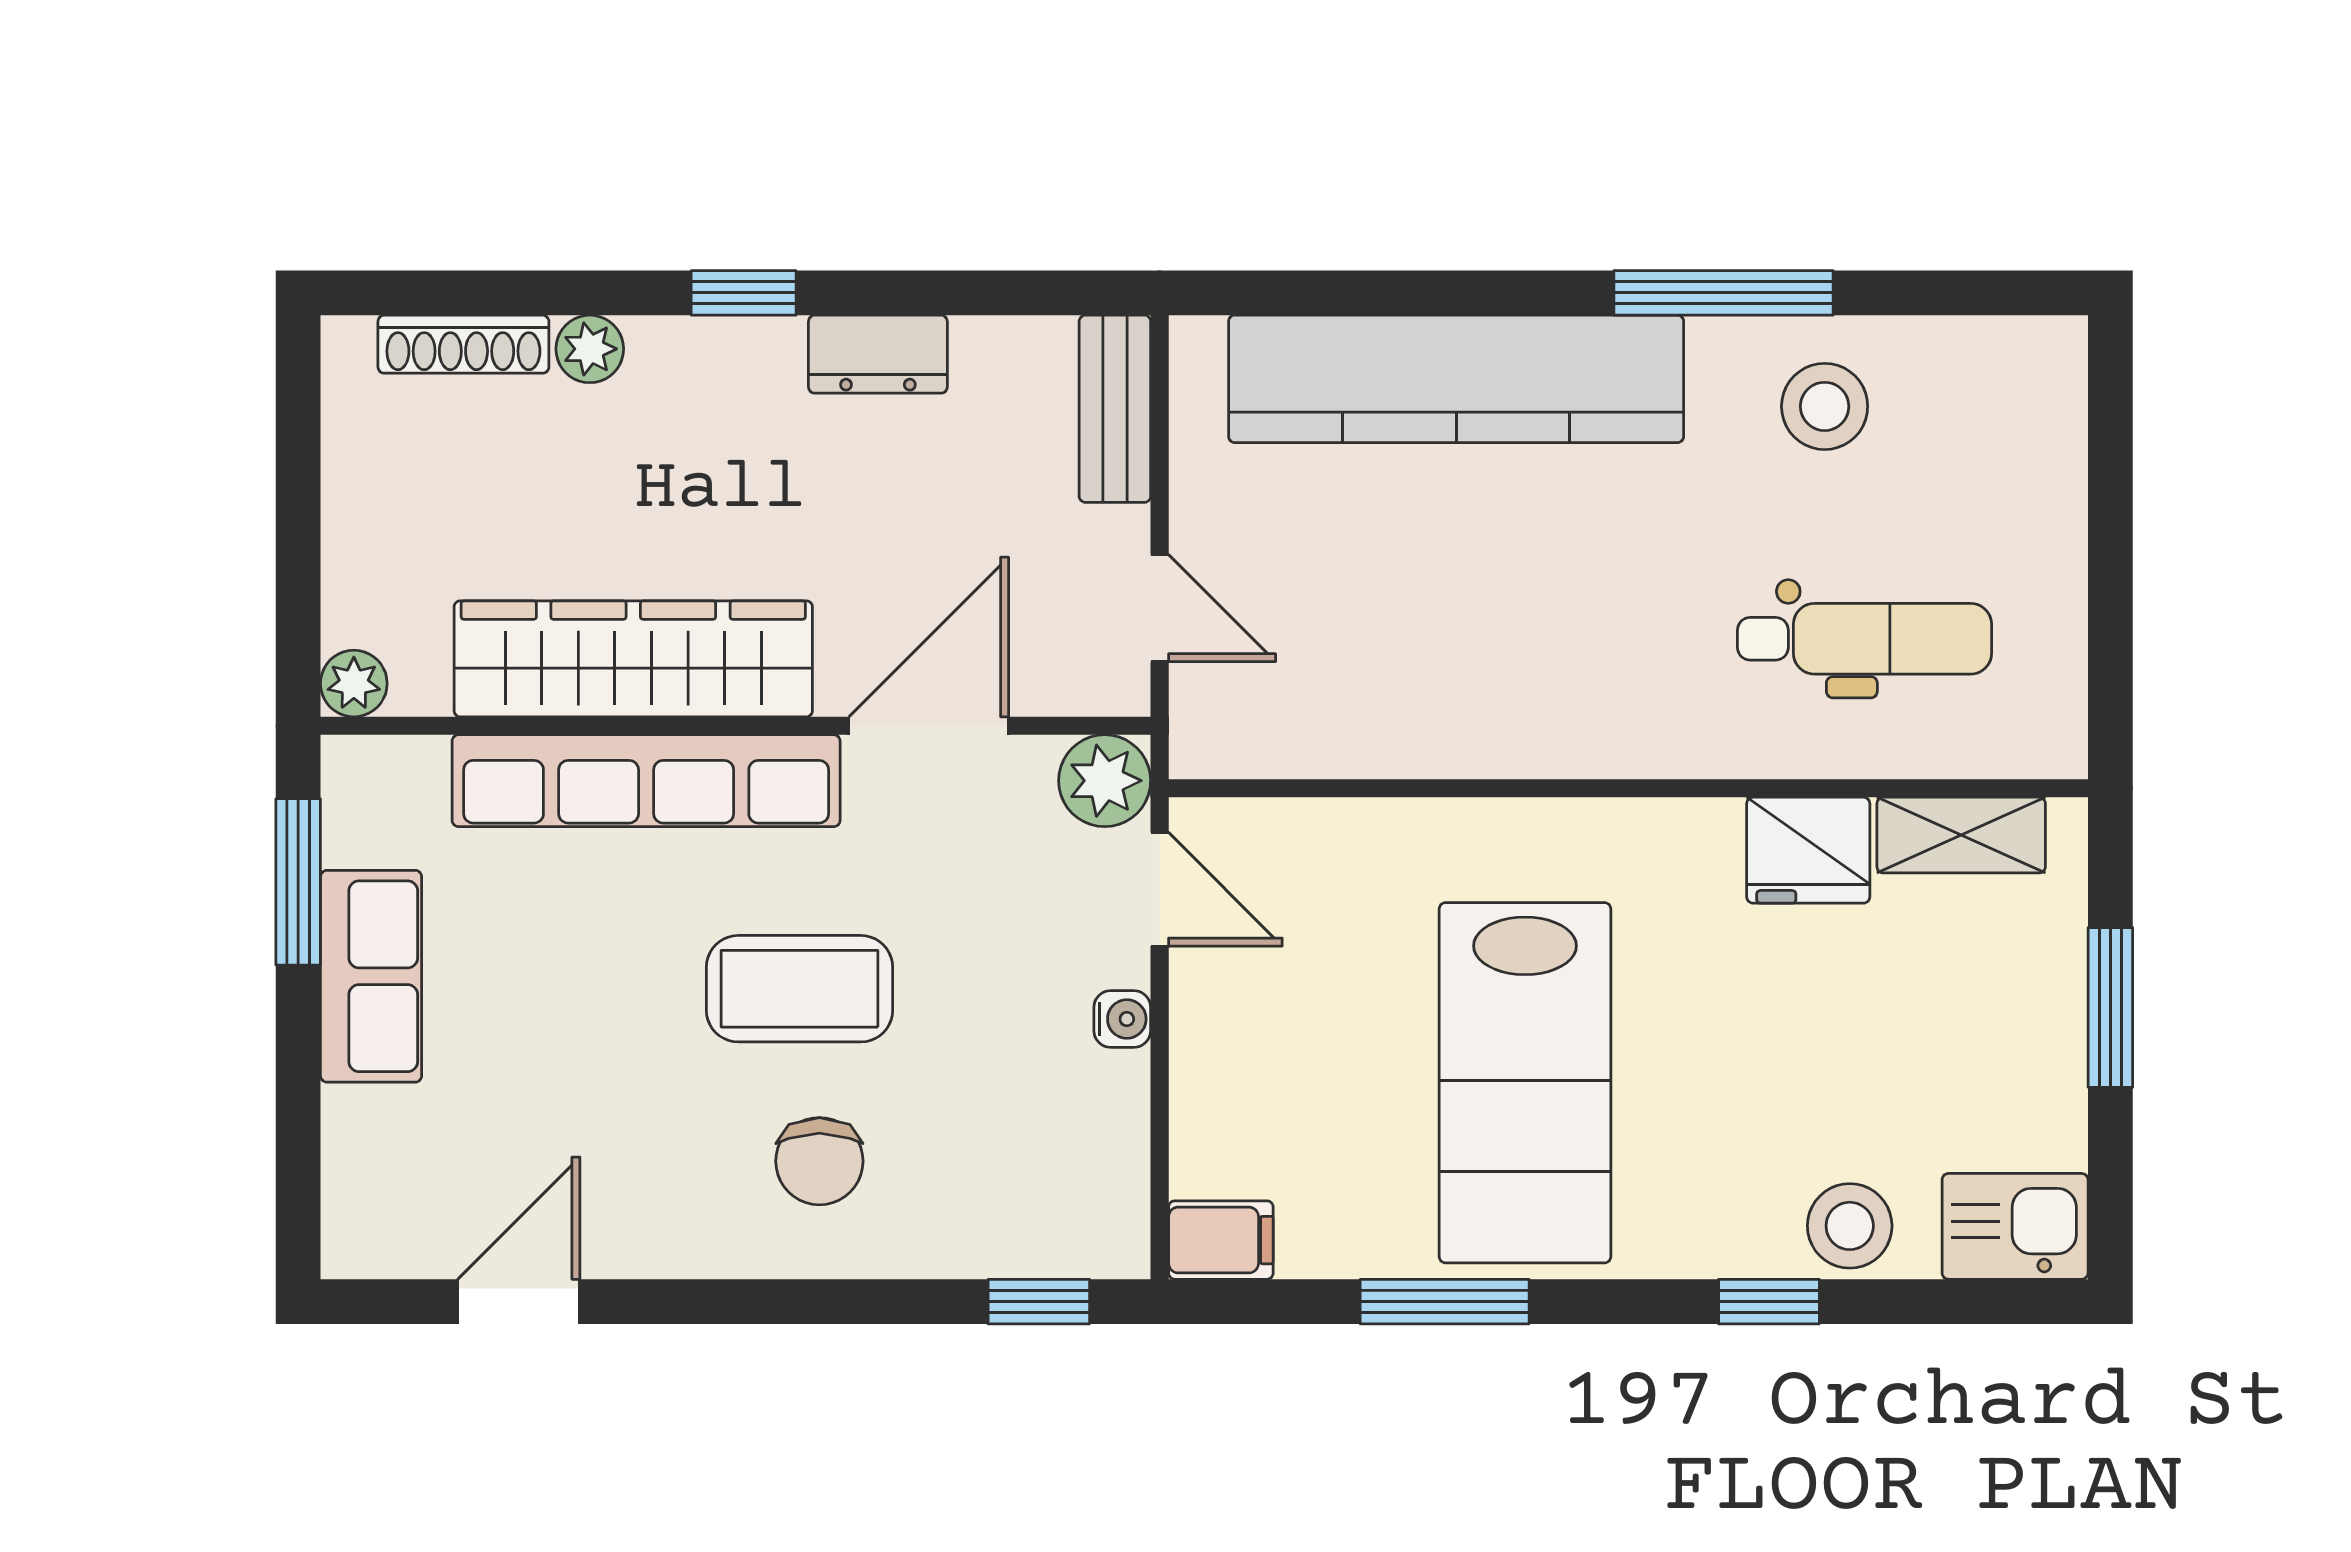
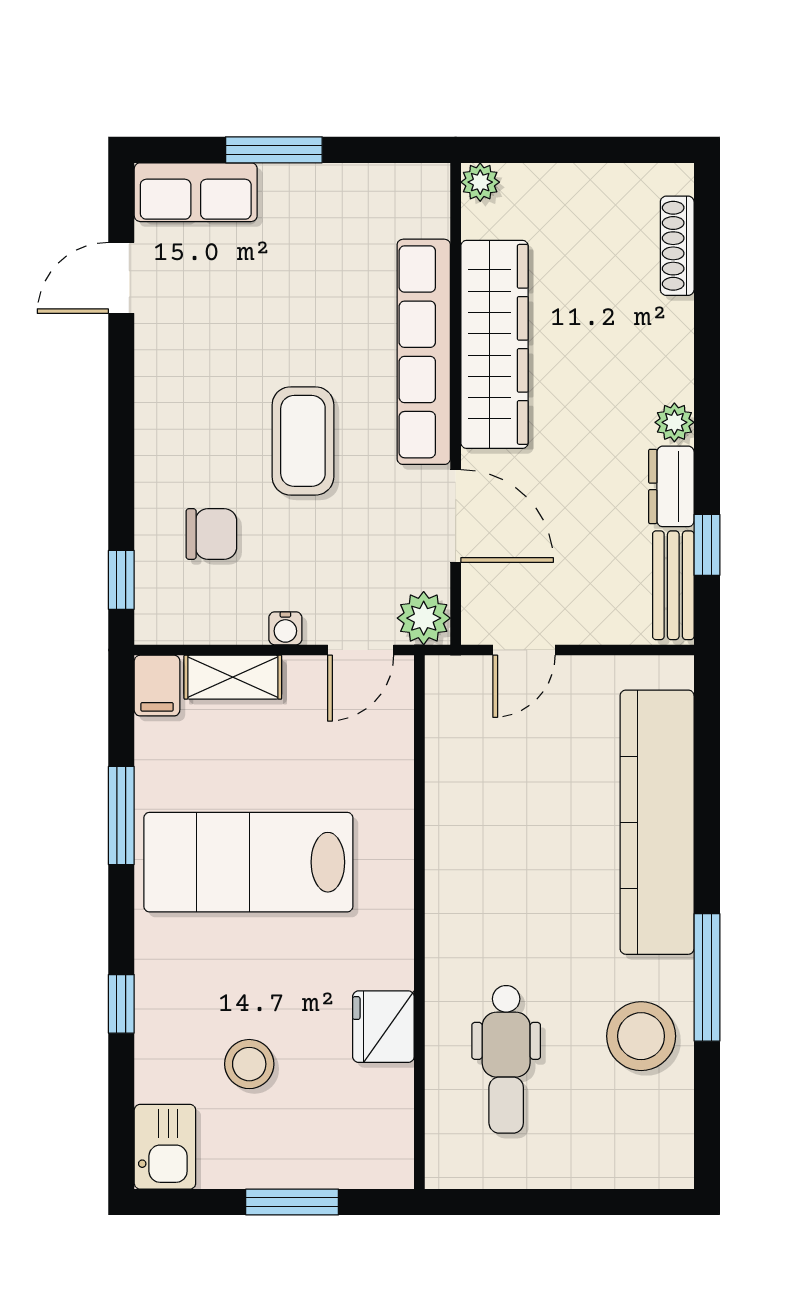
window: (744, 293) -> (707, 545), moved
plant: (590, 349) -> (674, 422), moved
stool: (1825, 406) -> (641, 1036), width x1.38, depth x1.38
bench: (1115, 409) -> (673, 585), moved, turned 90
shelving: (1961, 835) -> (233, 677), moved, turned 90
window: (298, 882) -> (274, 150), moved
row of seats: (371, 976) -> (196, 192), moved
chair: (819, 1161) -> (211, 534), moved, turned 180
stool: (1850, 1226) -> (249, 1064), moved
door: (519, 1302) -> (121, 278), swing flipped

